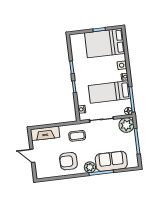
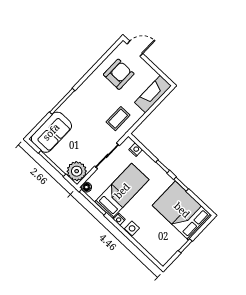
bed: (105, 43) -> (182, 210), moved, turned -90
door: (32, 156) -> (135, 49), moved
armchair: (68, 161) -> (119, 74), moved
sofa: (111, 161) -> (51, 132), moved
plant: (90, 167) -> (78, 97), removed

